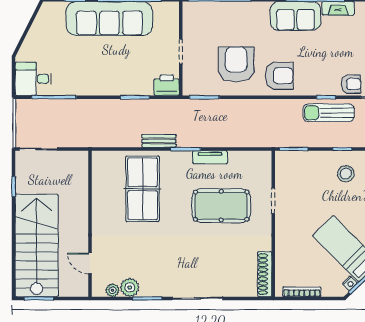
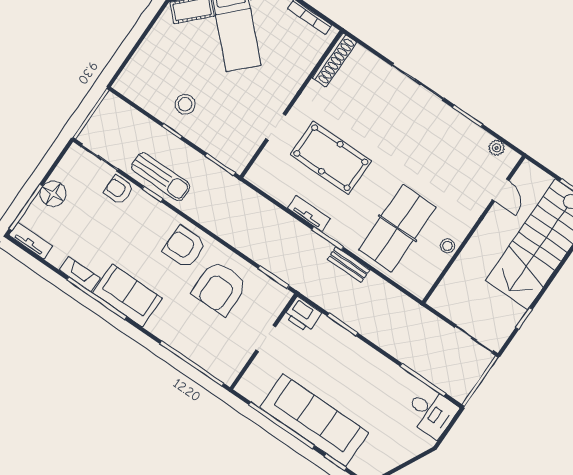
stool: (100, 200) -> (447, 246), added
plant: (130, 287) -> (478, 139), removed

